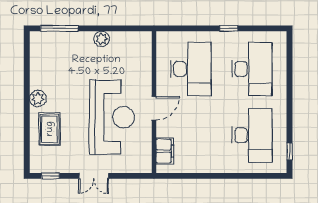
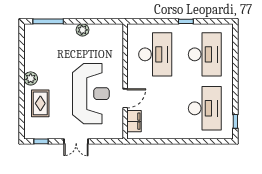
door: (154, 108) -> (125, 98), moved

